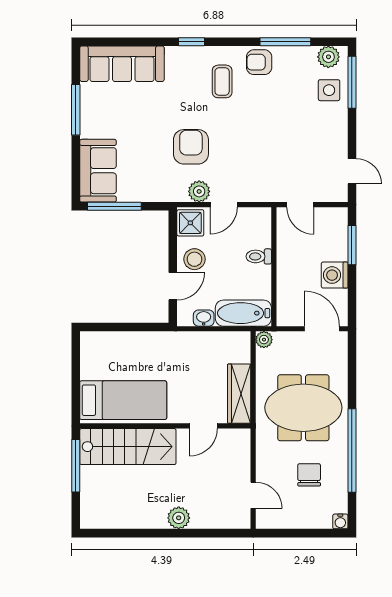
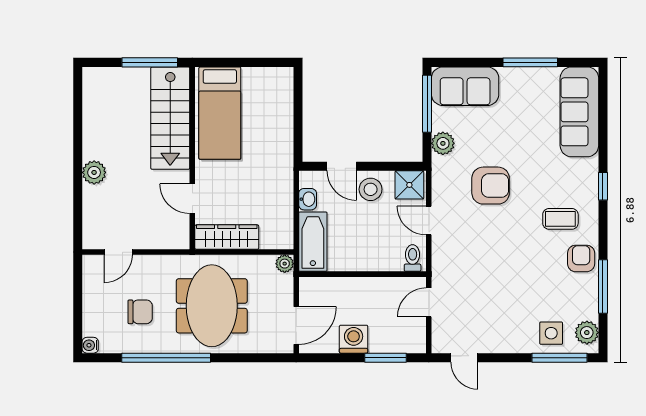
door: (352, 171) -> (464, 358), hinge flipped
plant: (199, 191) -> (443, 143), moved
toilet: (259, 256) -> (413, 258), moved

